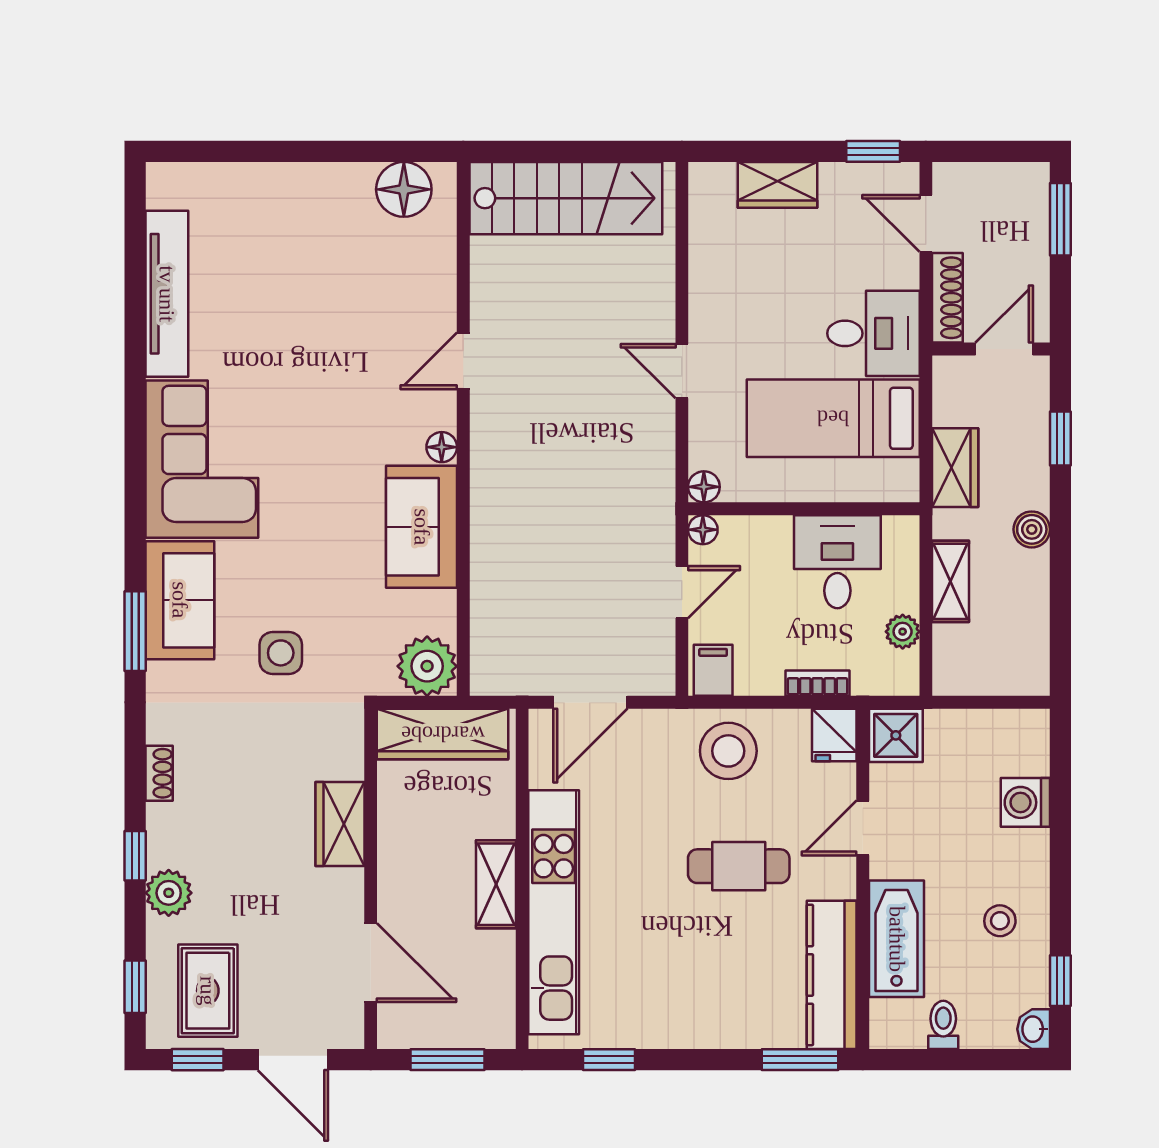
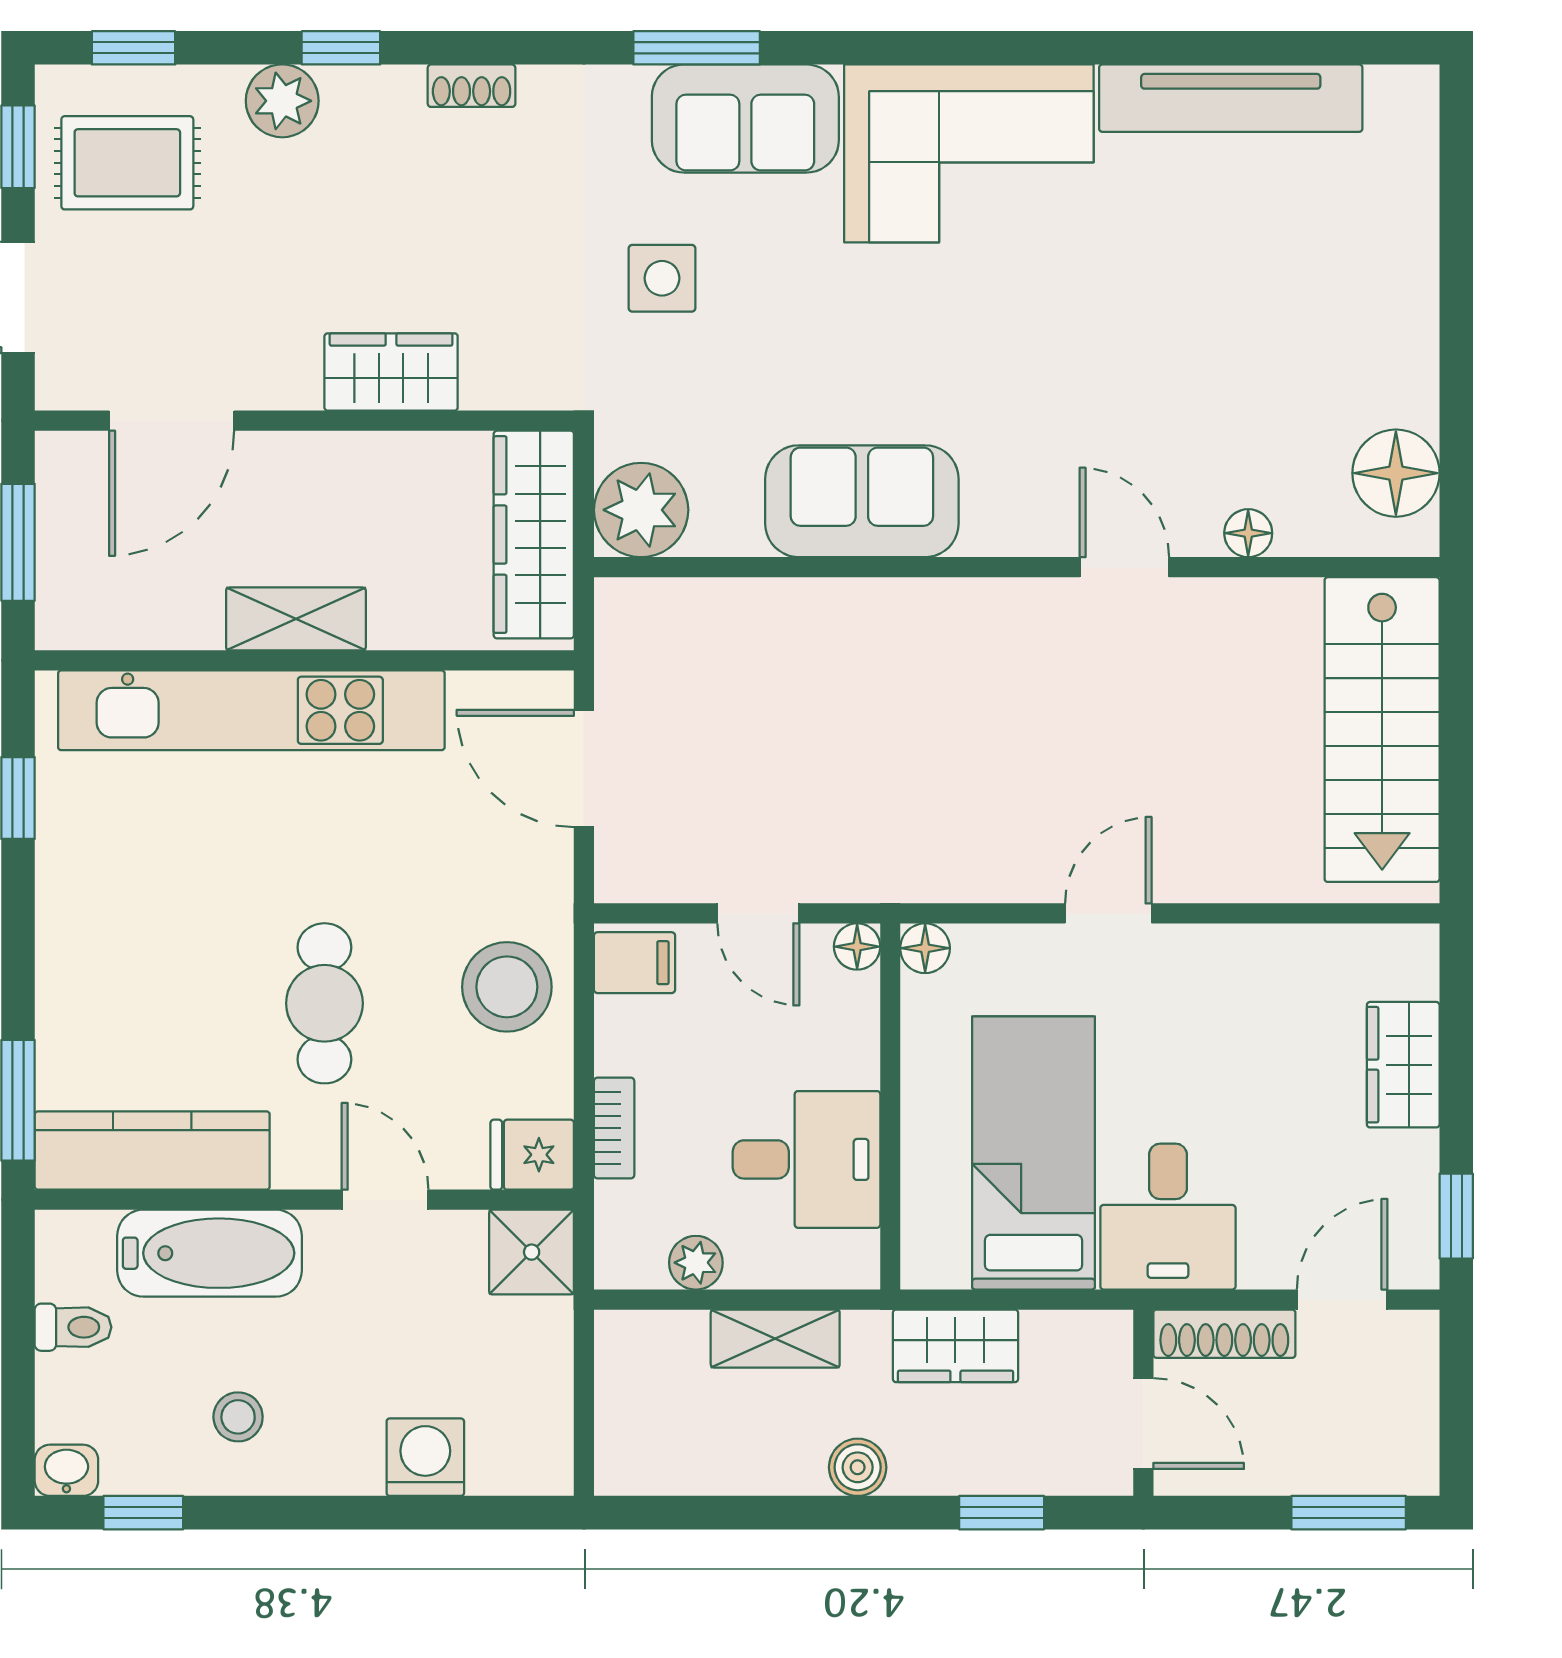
floor lamp: (442, 447) -> (1248, 533), moved

